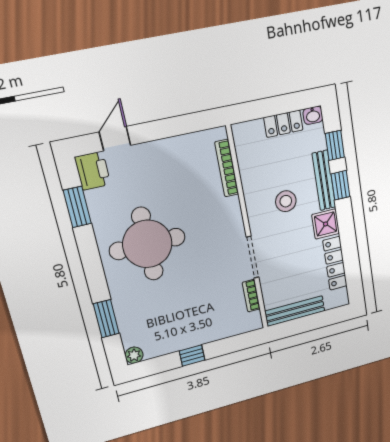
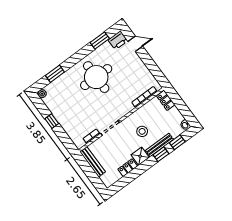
locker: (283, 124) -> (166, 100), moved
locker: (335, 263) -> (128, 168), width x0.66

